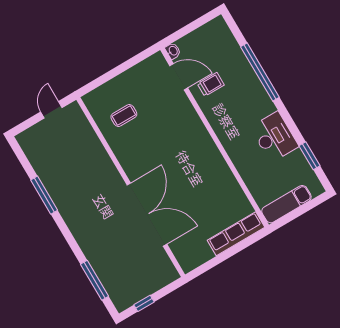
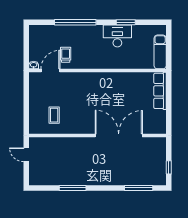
window: (309, 156) -> (126, 22), moved

